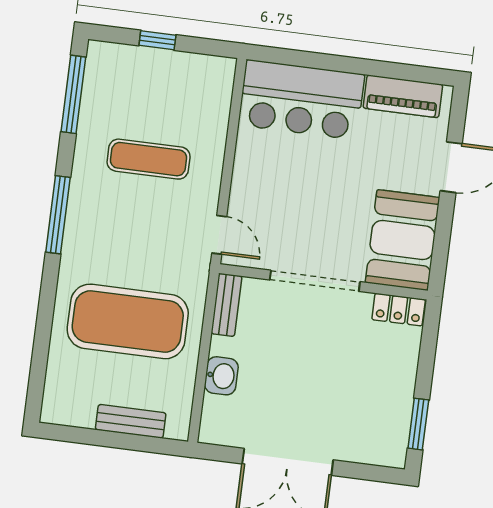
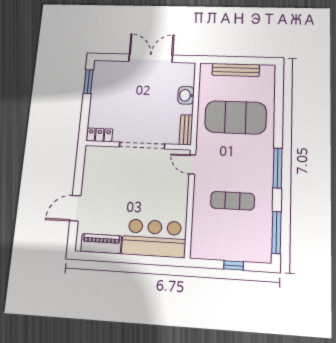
booth: (403, 240) -> (99, 169), removed
bench: (131, 421) -> (236, 70), width x1.36

